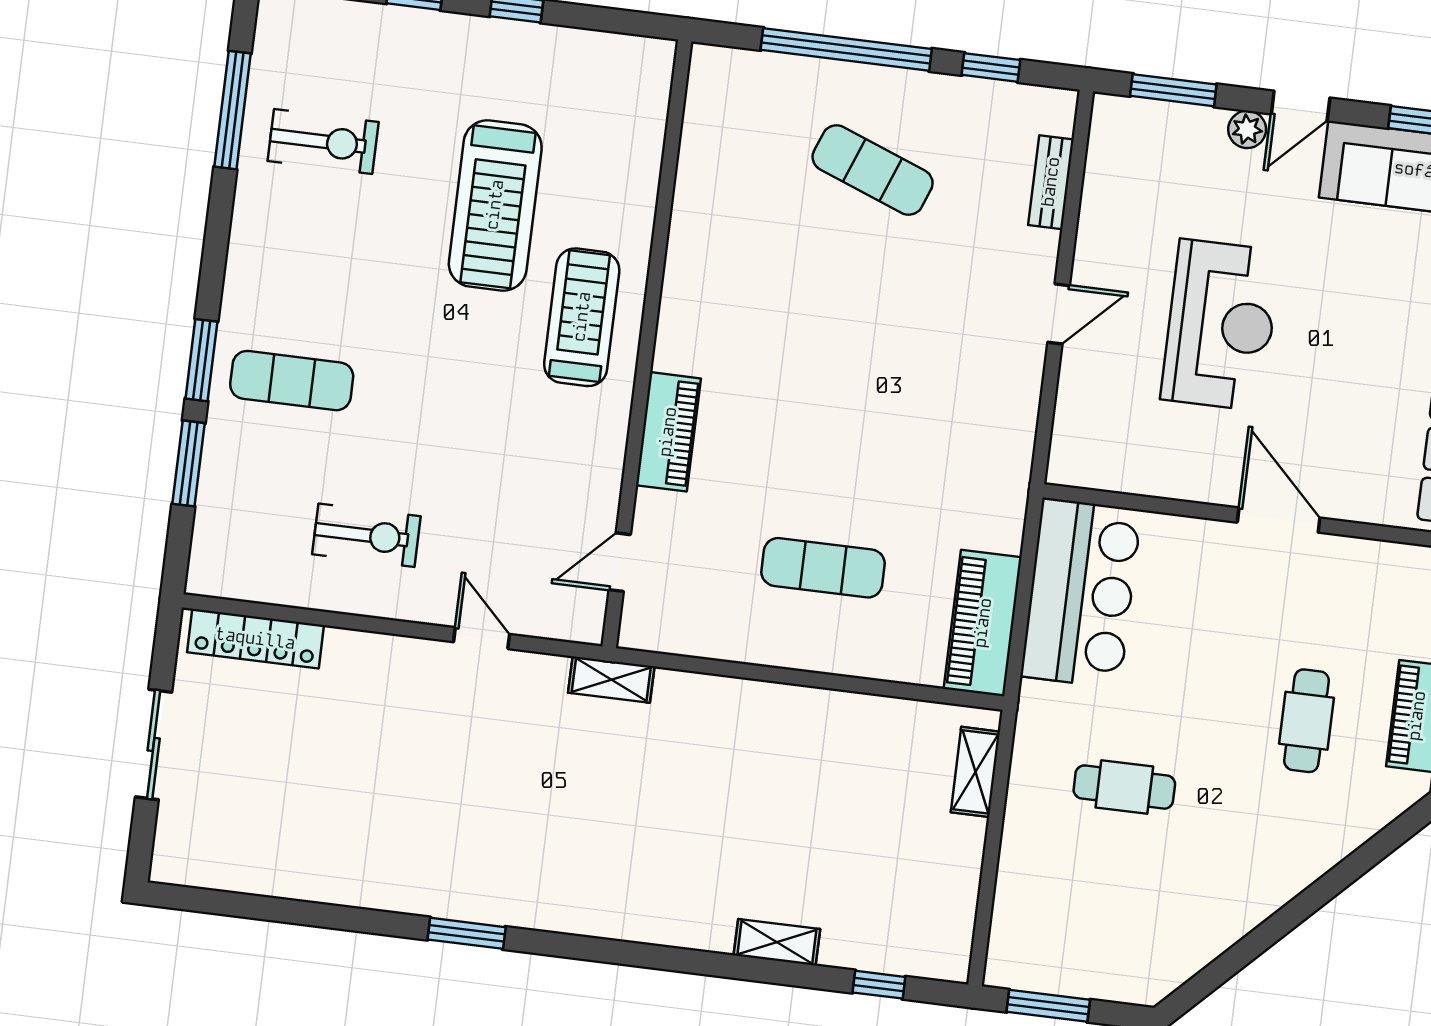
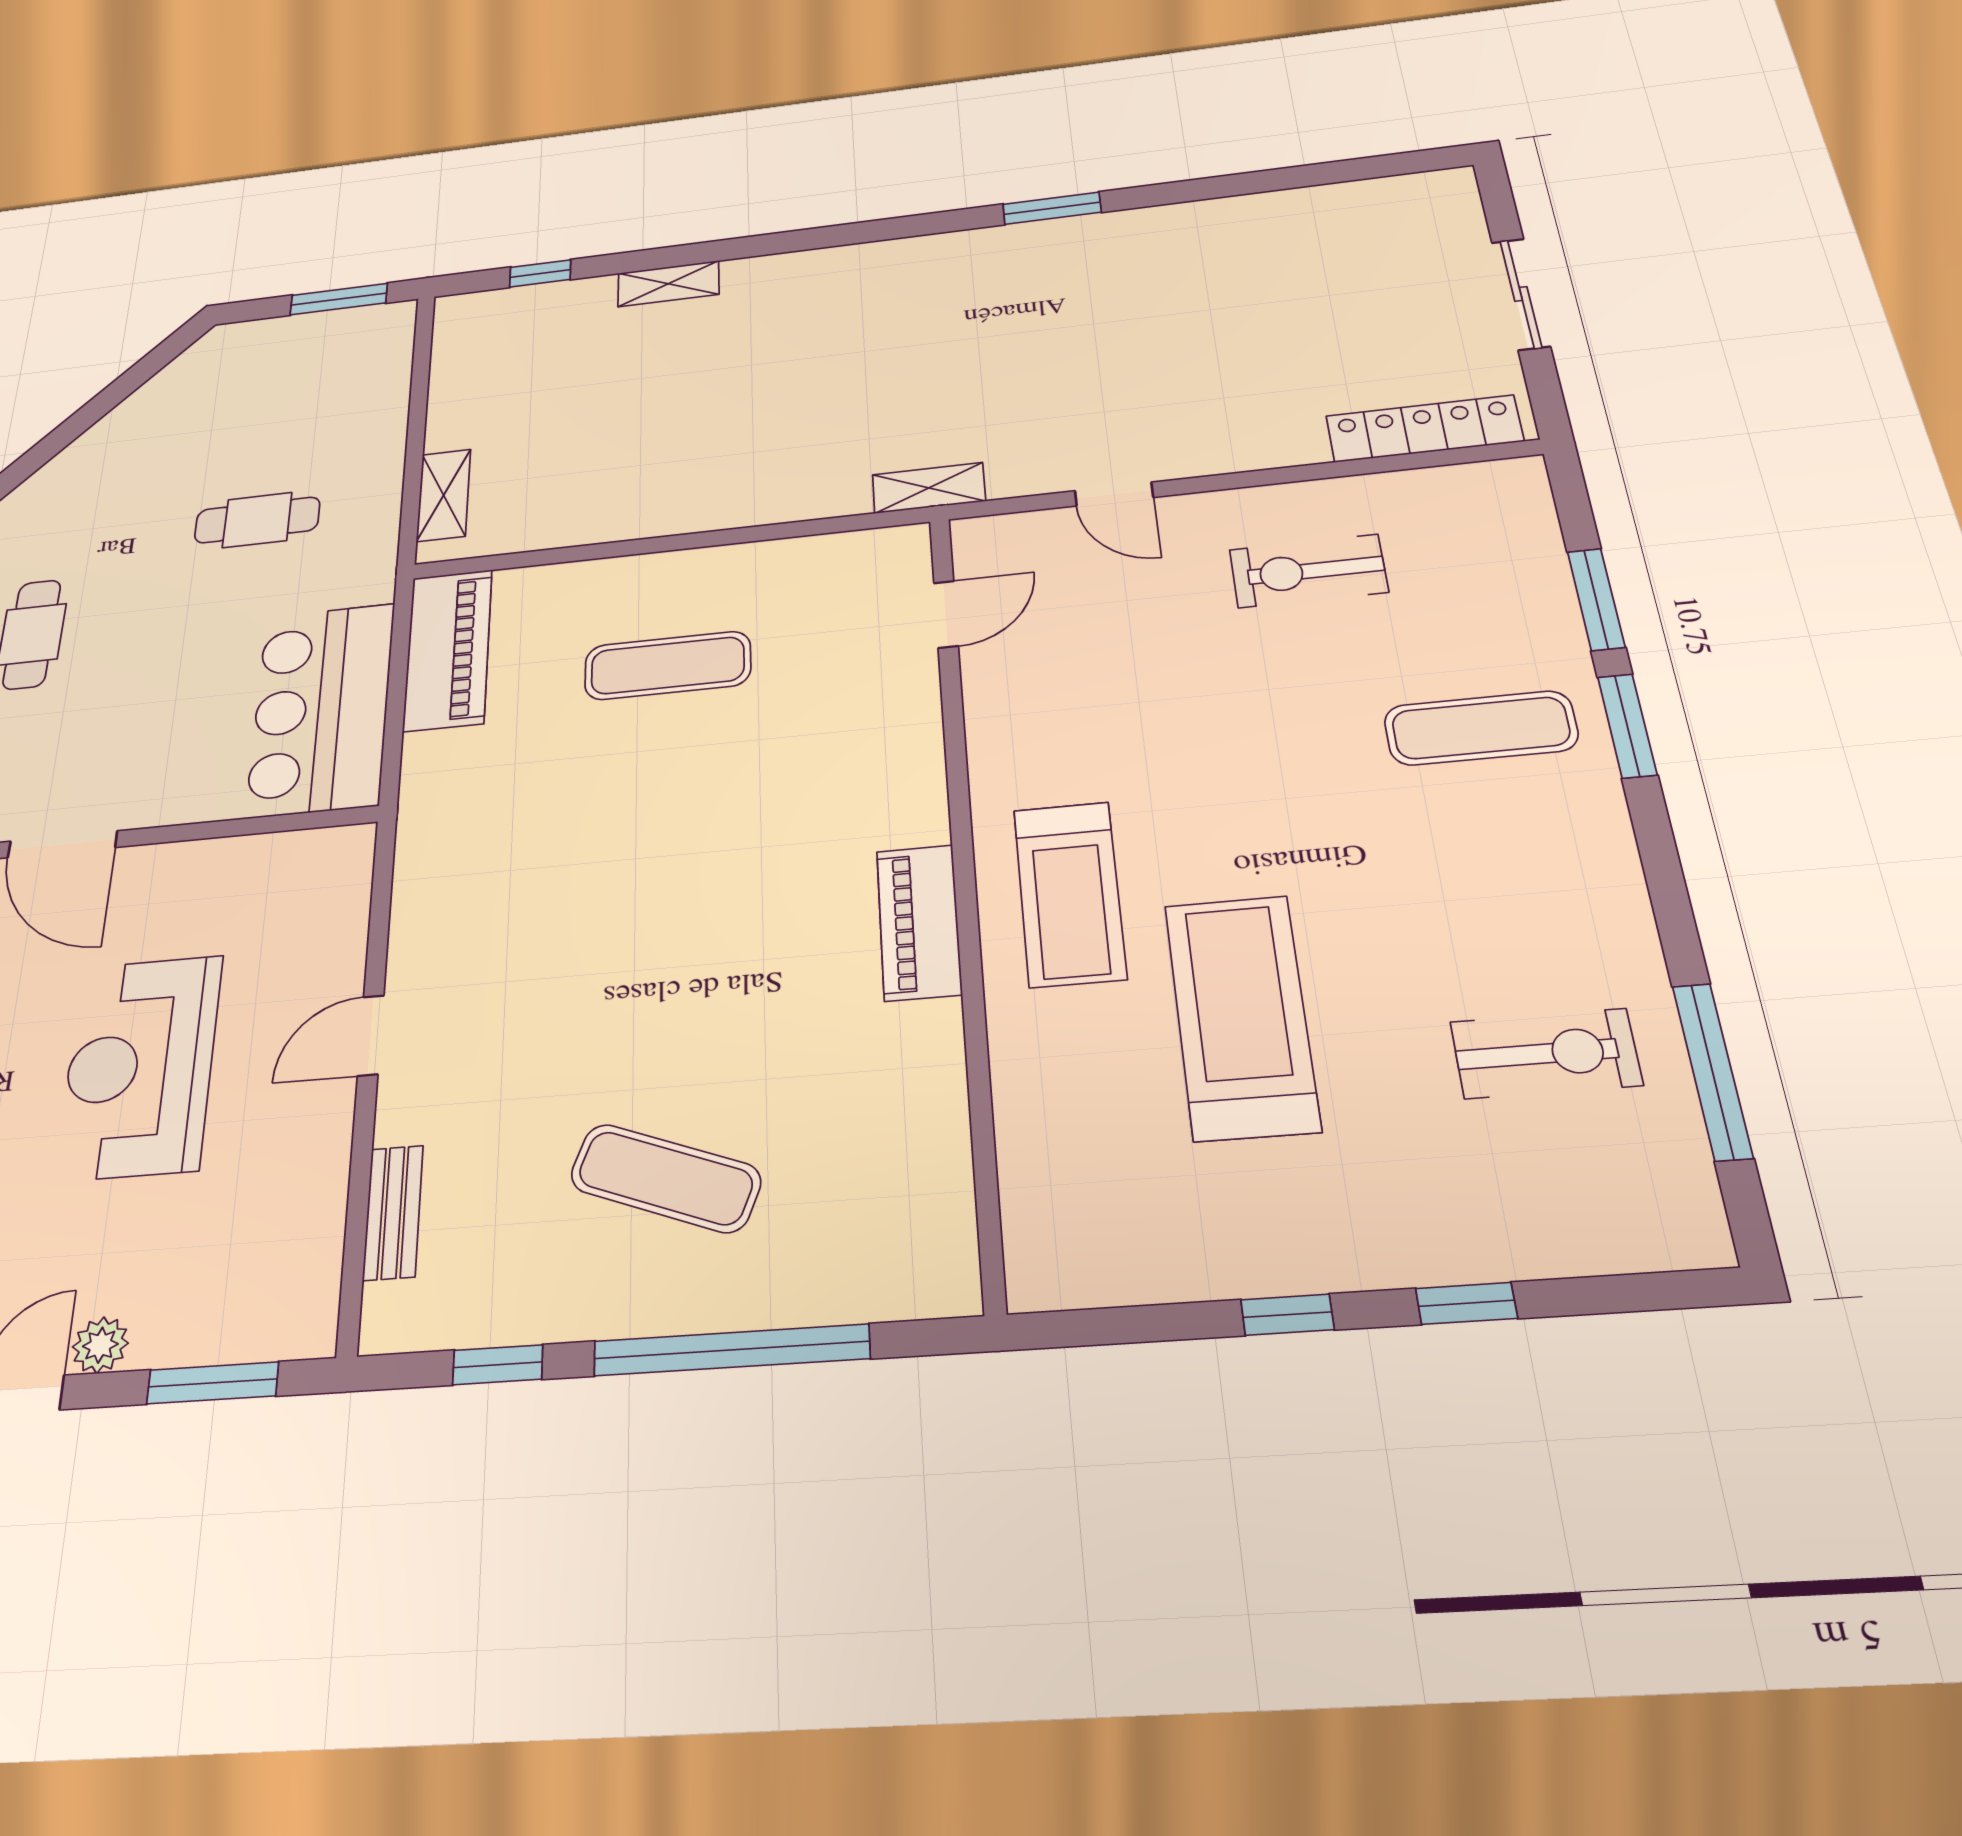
exercise bike: (323, 142) -> (1546, 1053), turned 180
piano: (668, 432) -> (919, 922), moved

